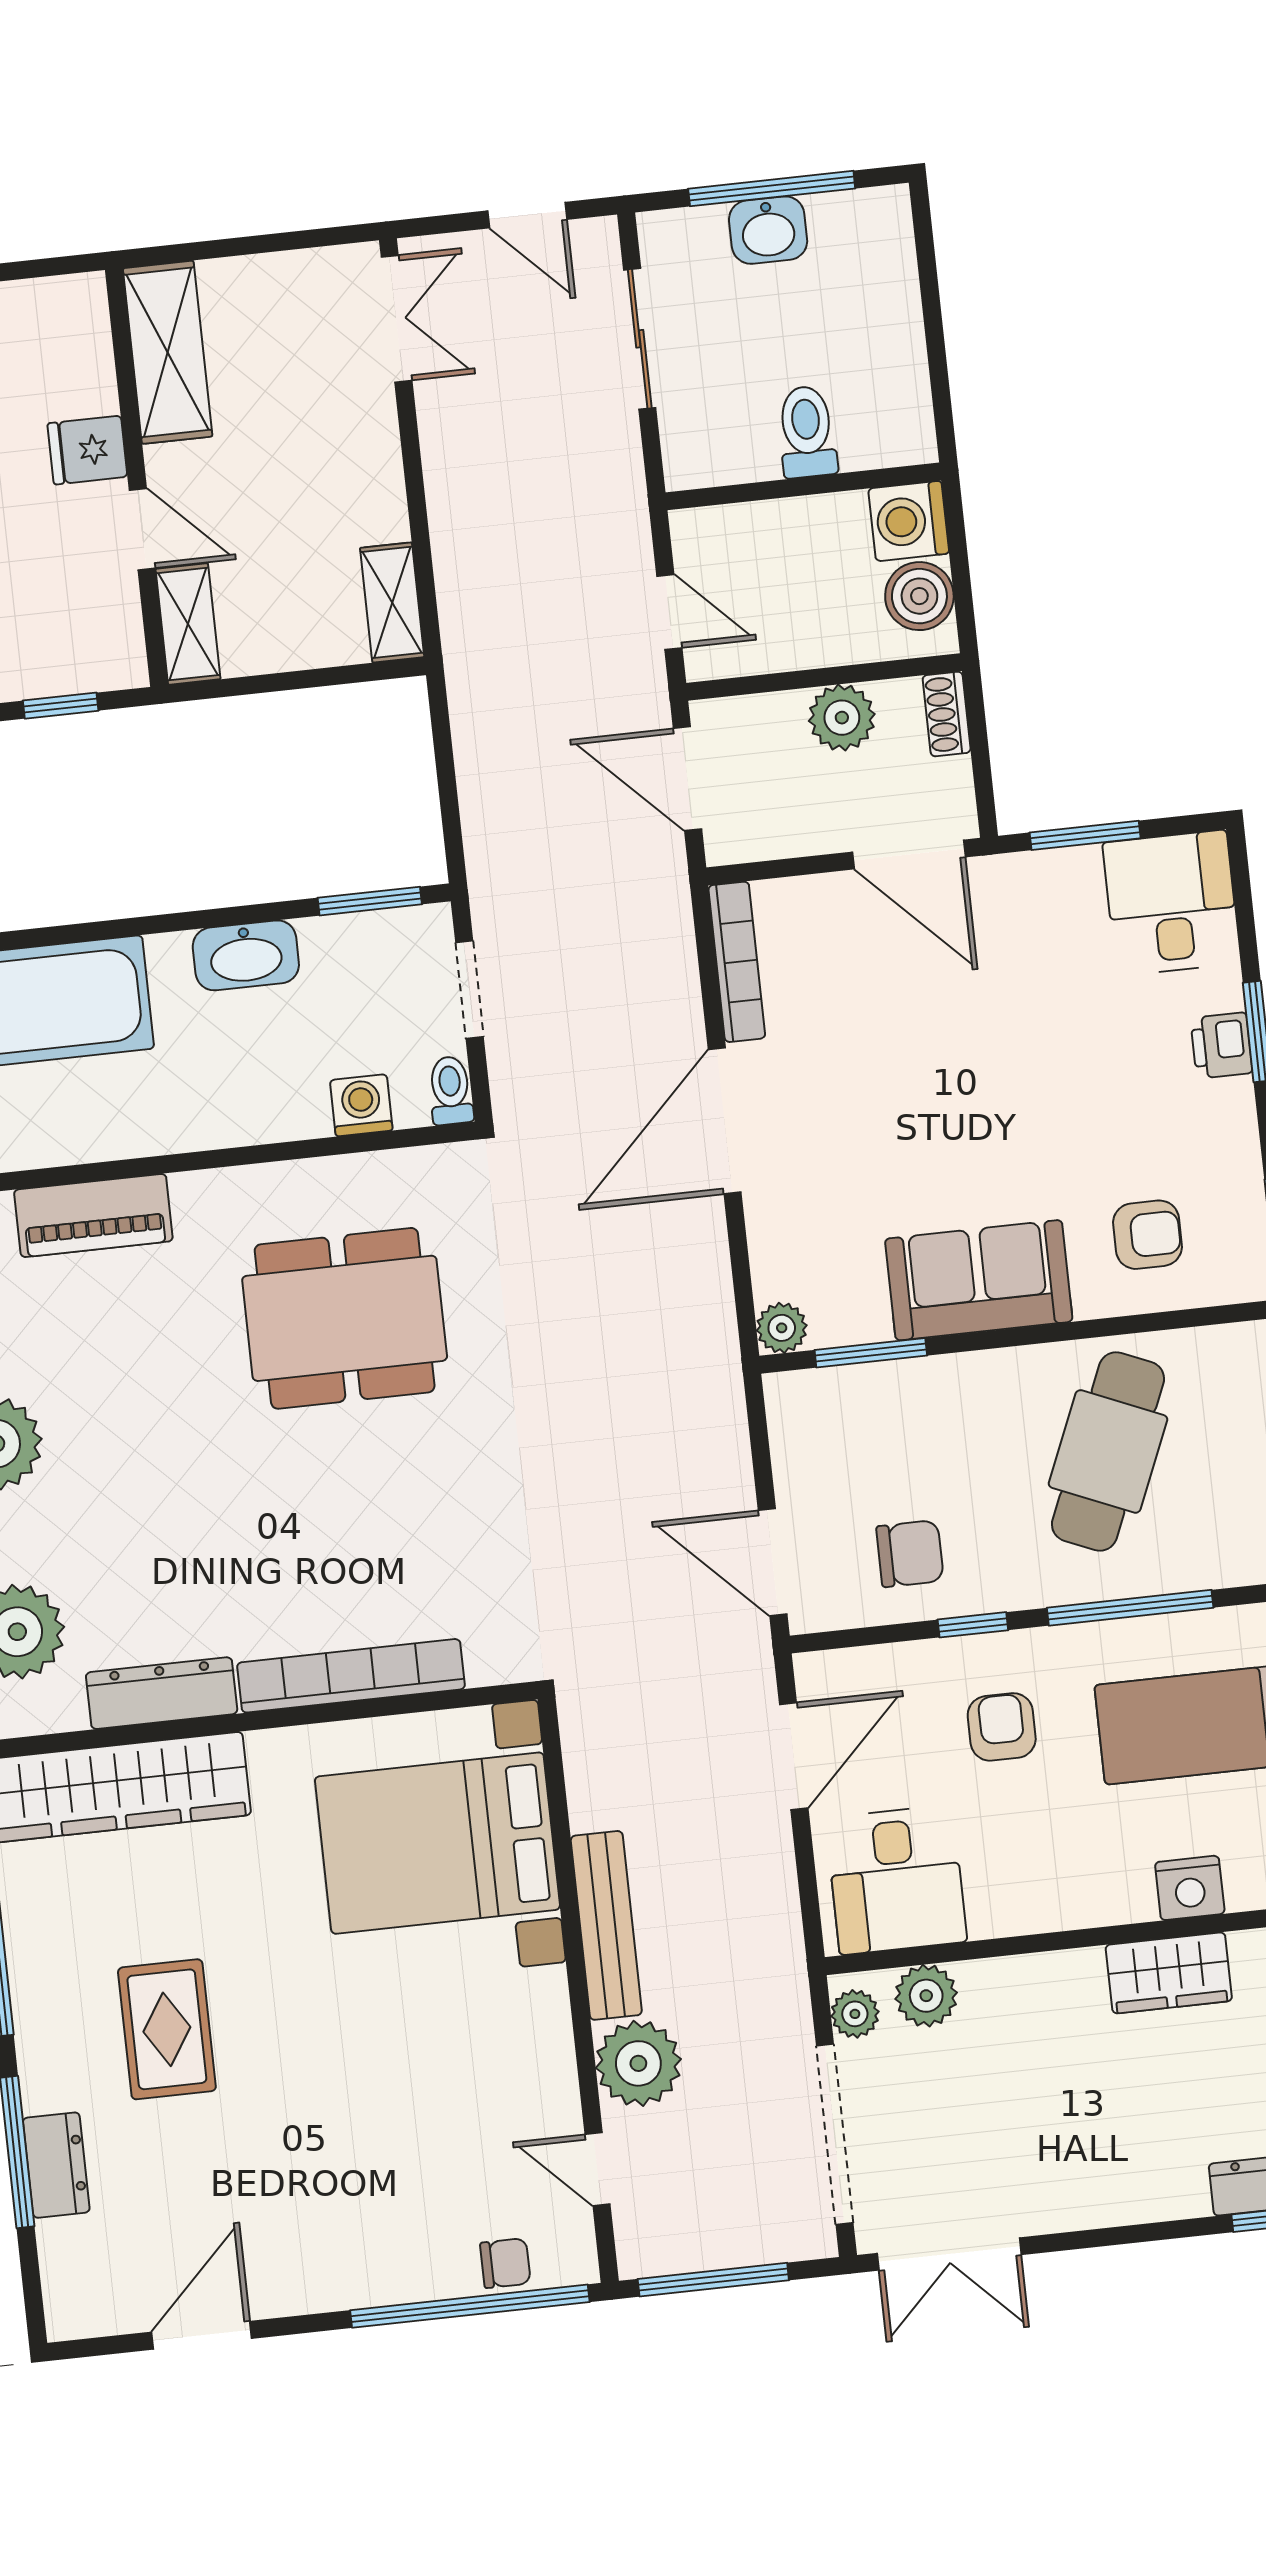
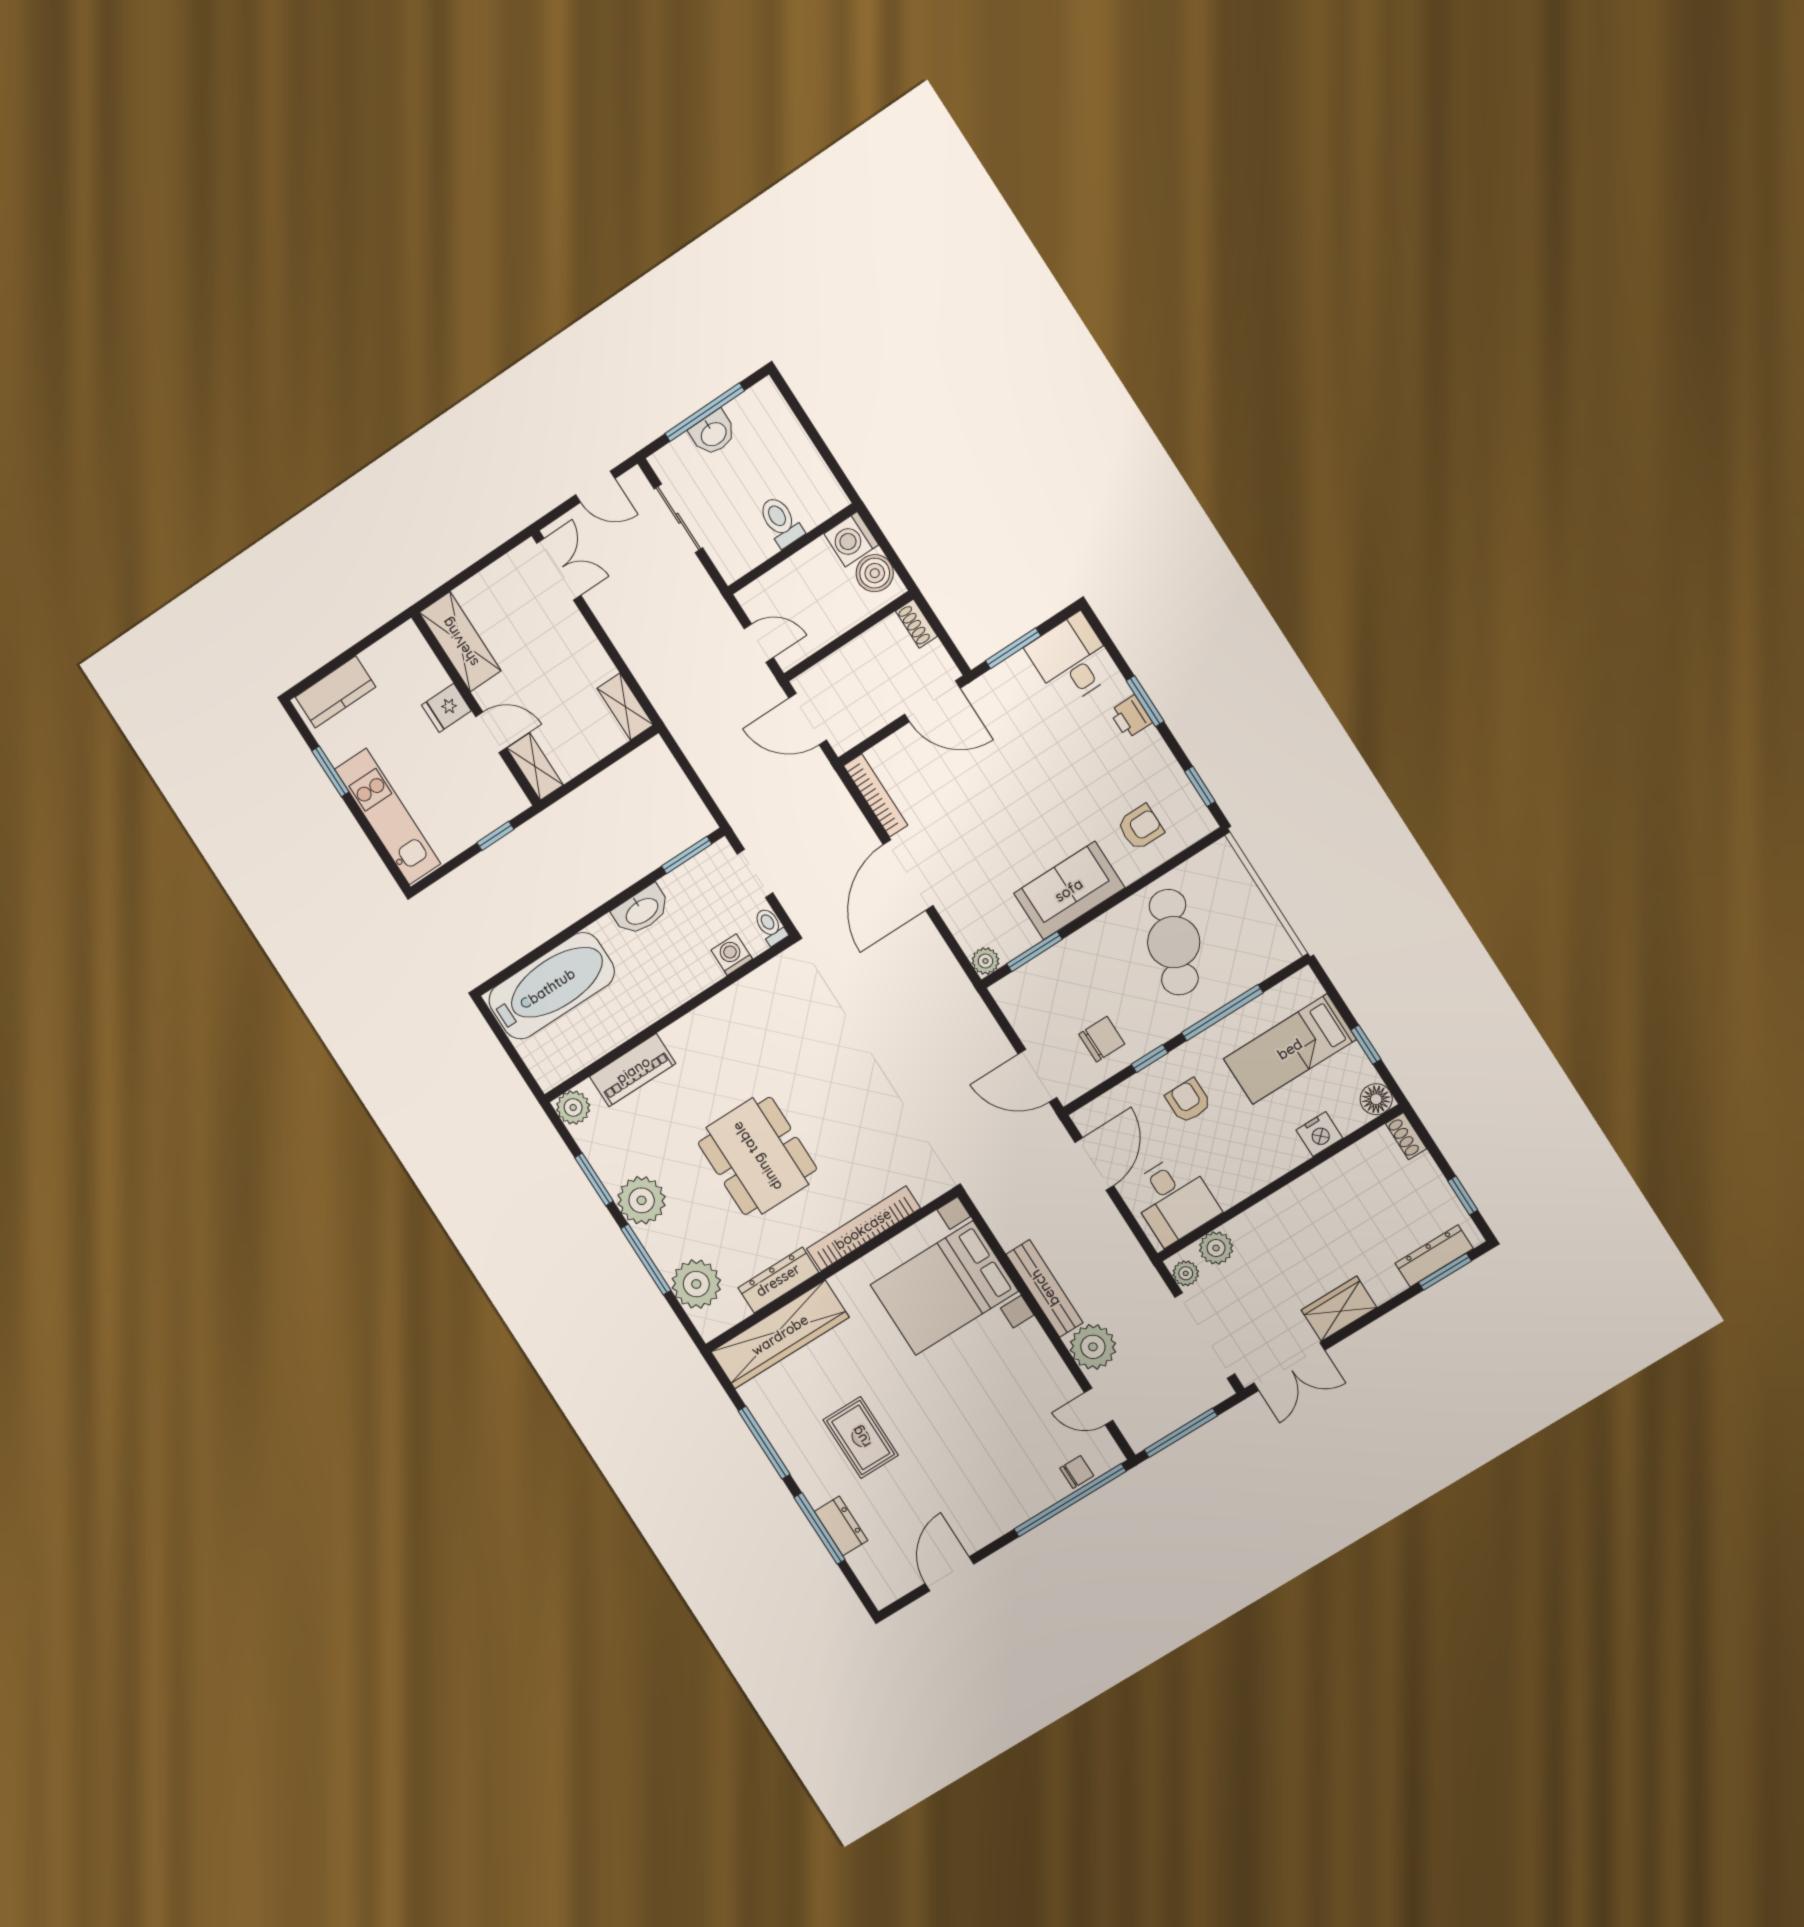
plant: (842, 718) -> (867, 651), removed
dining table: (345, 1318) -> (757, 1156), moved, turned 90
wardrobe: (1169, 1973) -> (1339, 1309), moved, turned 180

